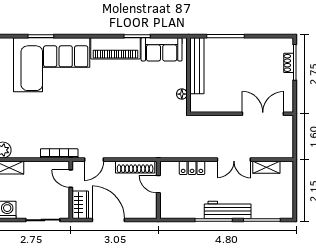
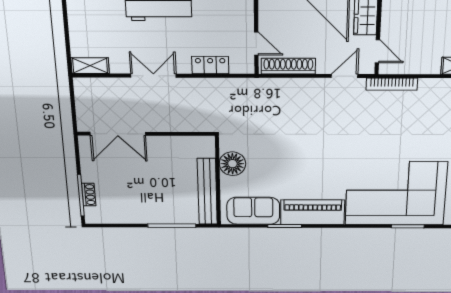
floor lamp: (182, 94) -> (232, 164), width x1.89, depth x1.89
shelving: (266, 167) -> (90, 66), moved

